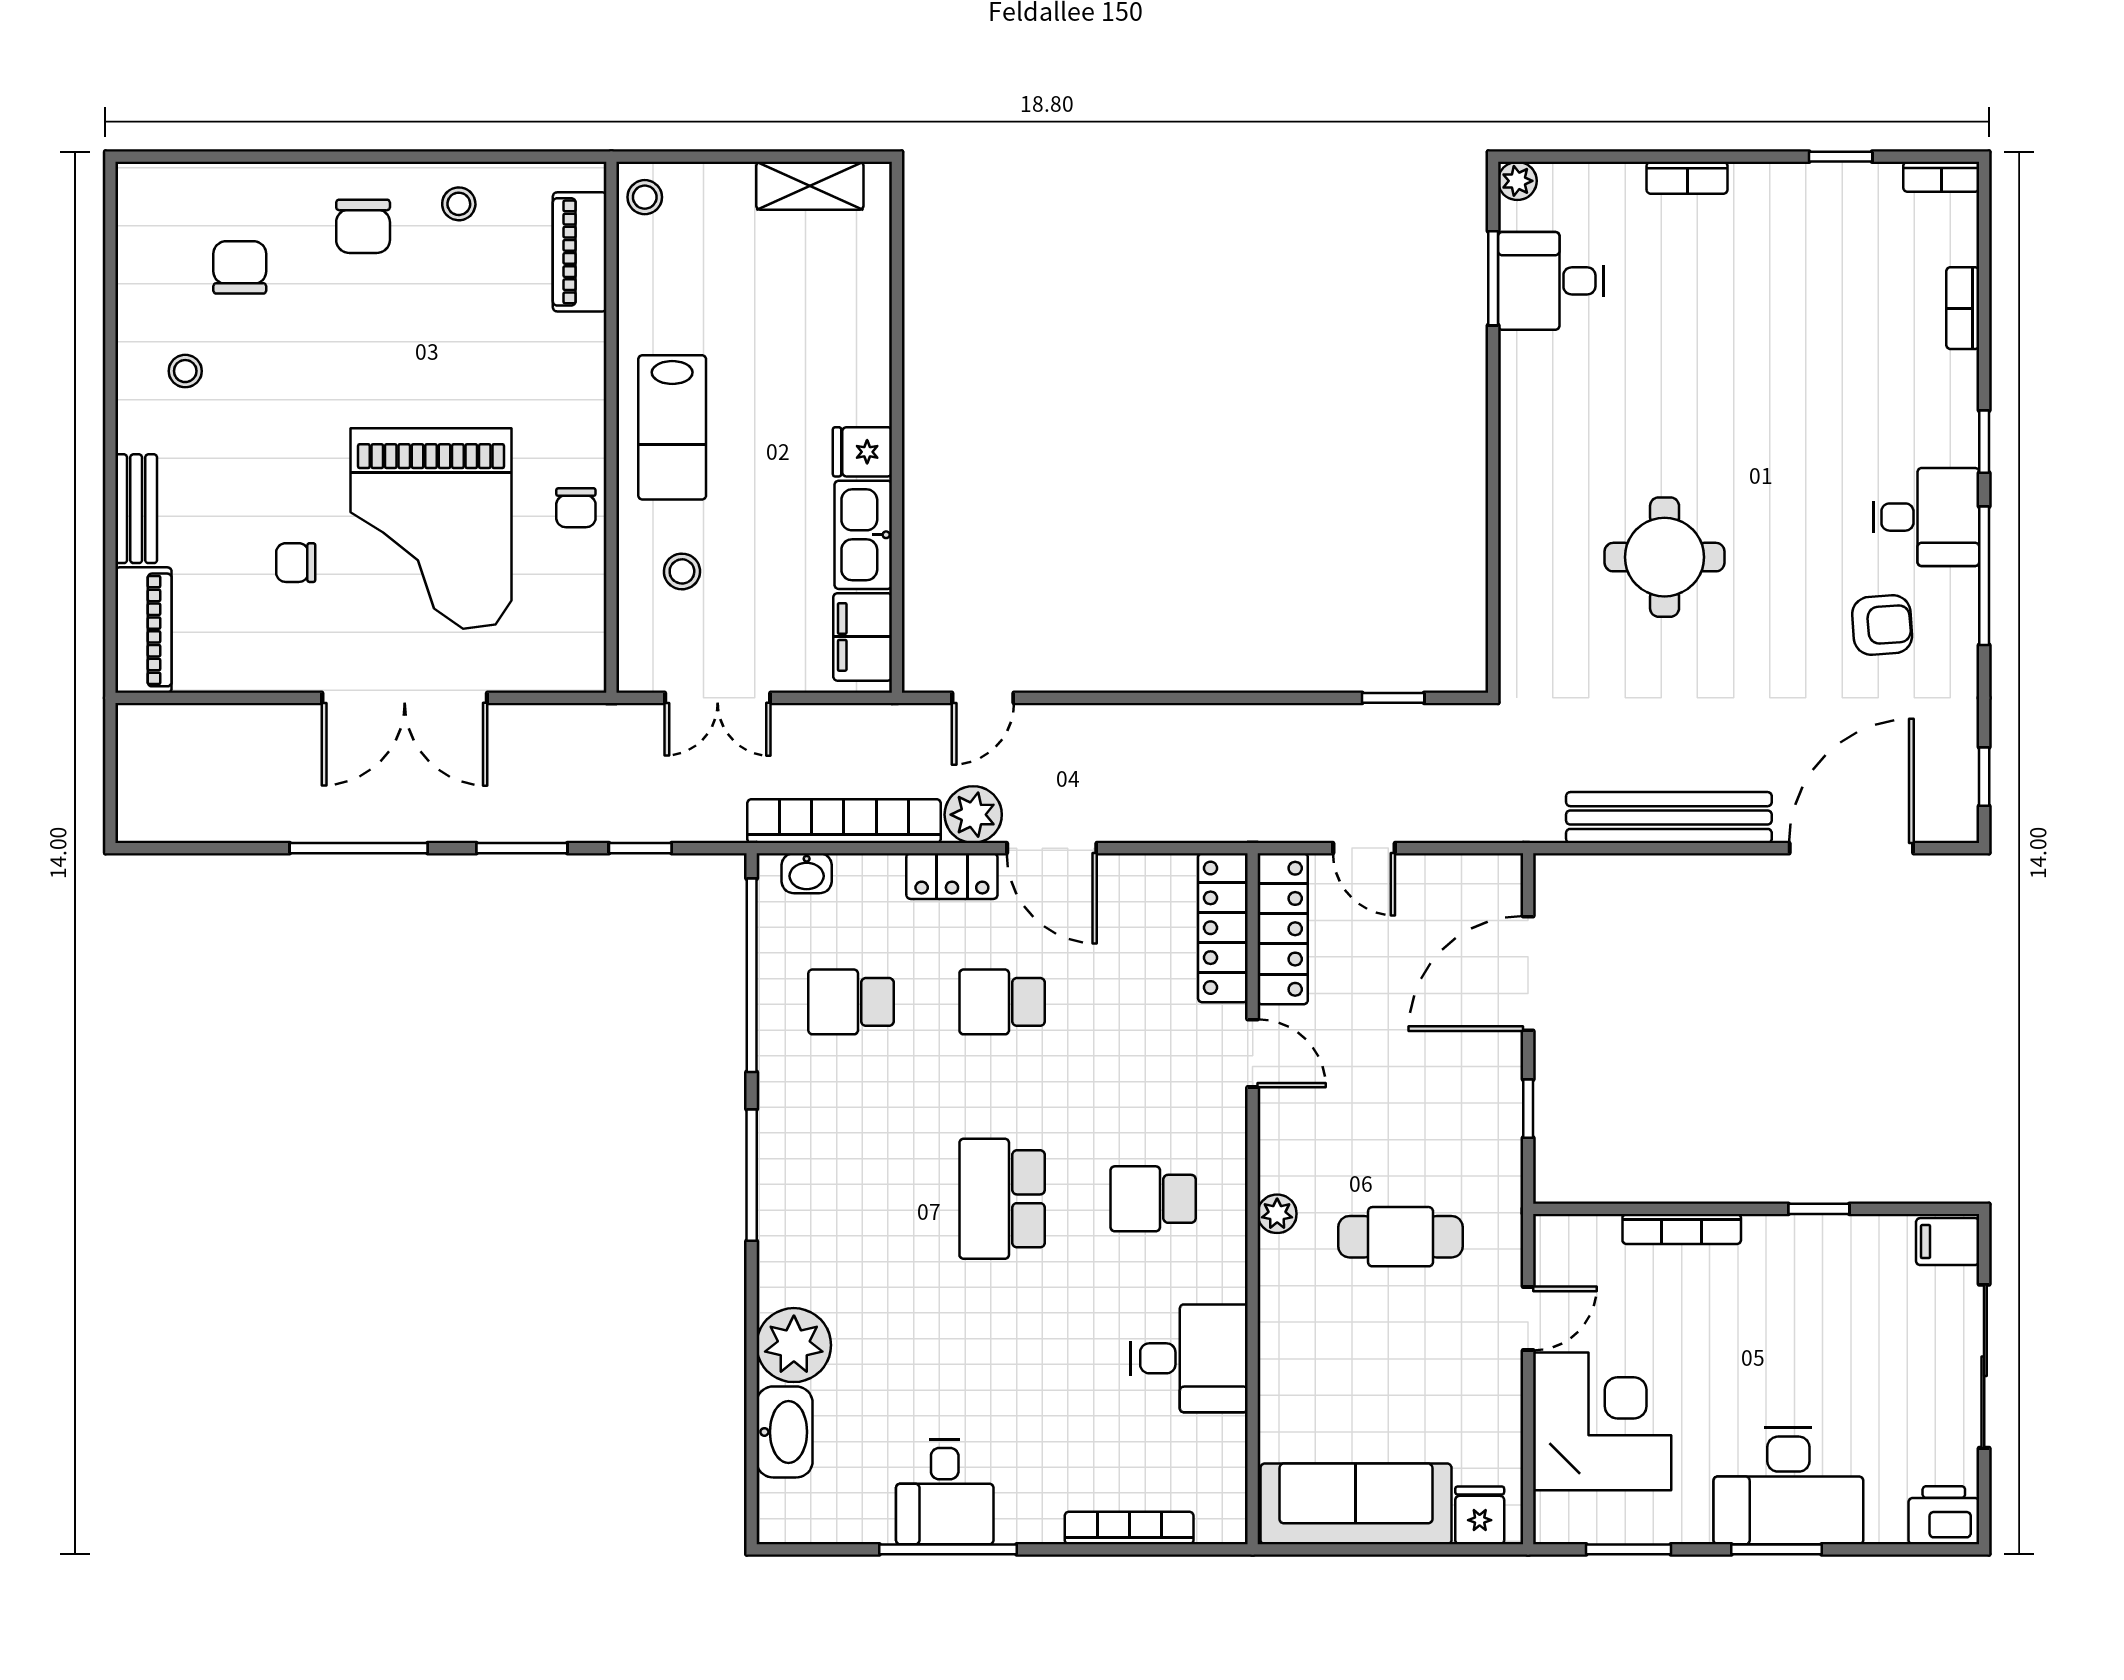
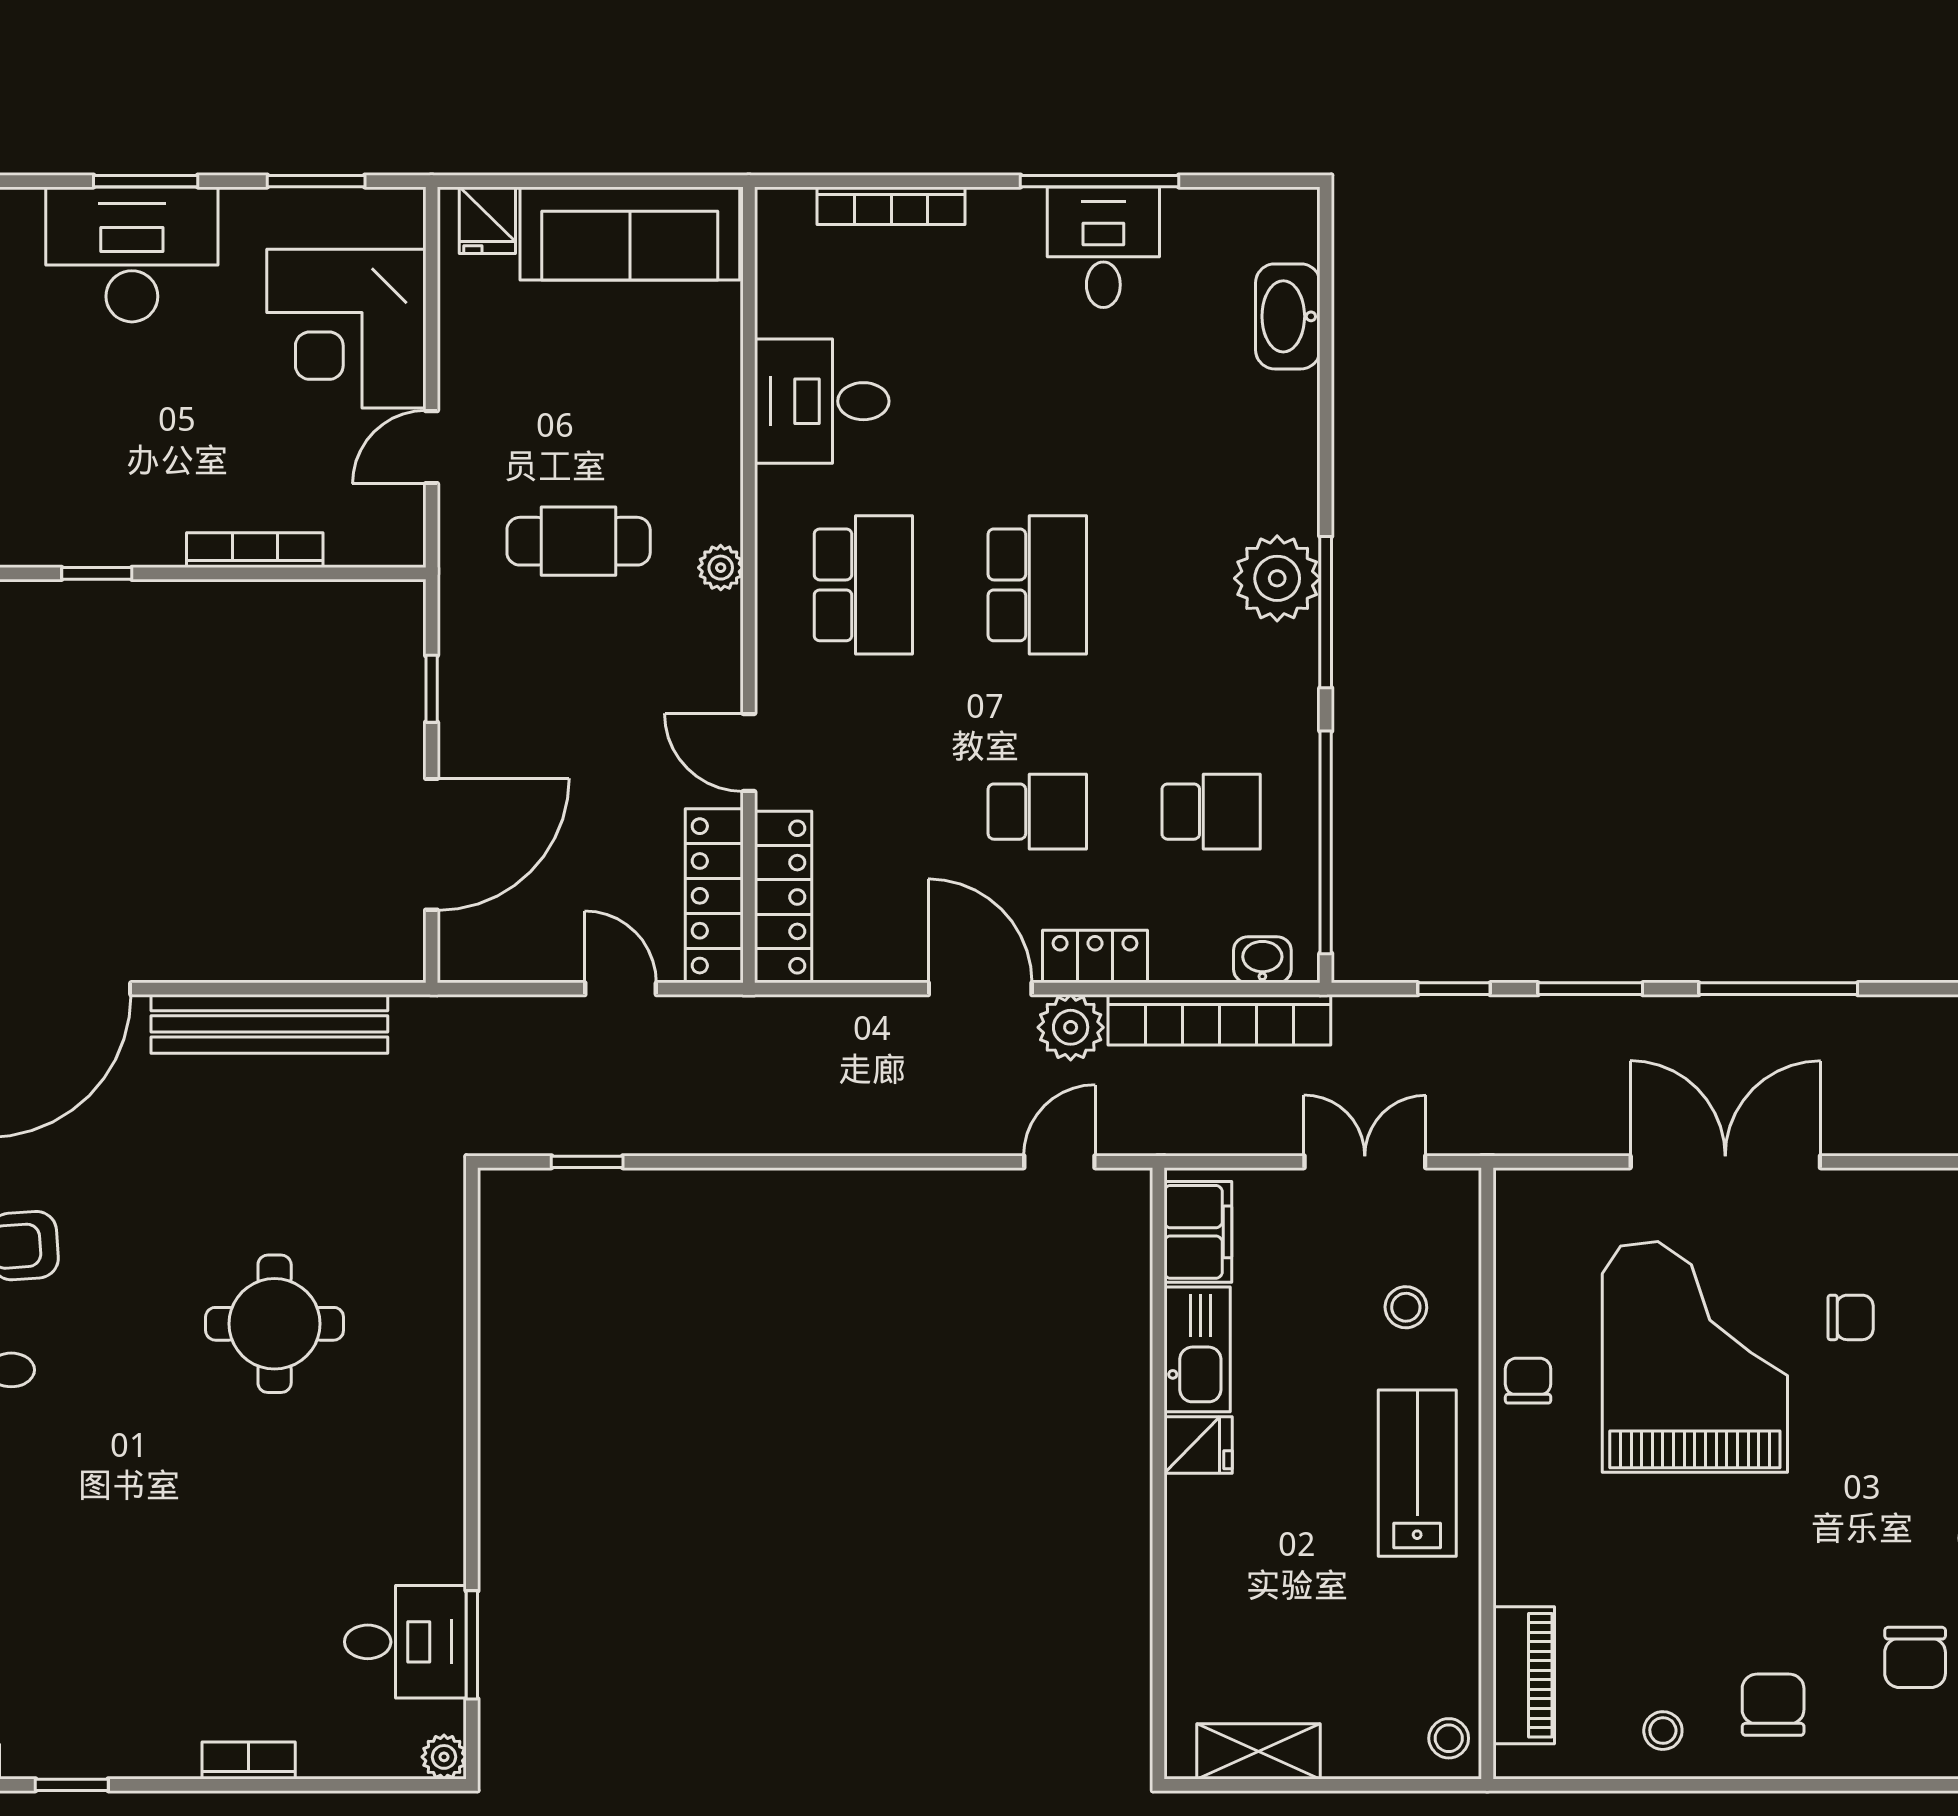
school desk: (1153, 1199) -> (863, 585), width x1.85
plant: (794, 1345) -> (1277, 578), moved

